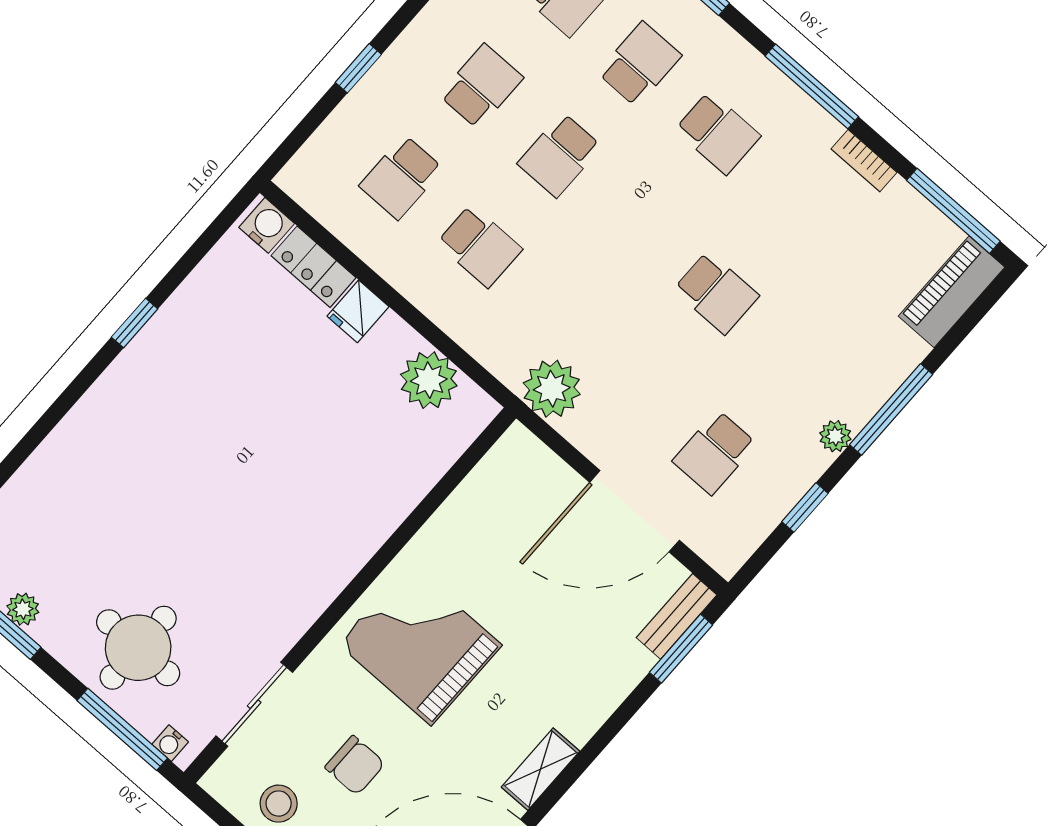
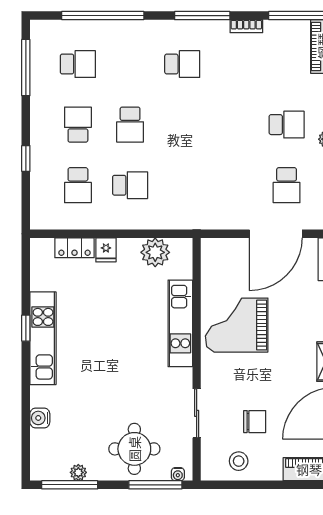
school desk: (639, 64) -> (130, 64), removed
water cooler: (267, 225) -> (40, 418), moved, turned -90
school desk: (716, 293) -> (287, 125), moved
kitchen unit: (147, 361) -> (43, 338), added
plant: (552, 389) -> (204, 215), removed
kitchen unit: (373, 520) -> (180, 323), added
grand piano: (420, 645) -> (237, 325), moved
sliding door: (254, 704) -> (197, 413), moved

